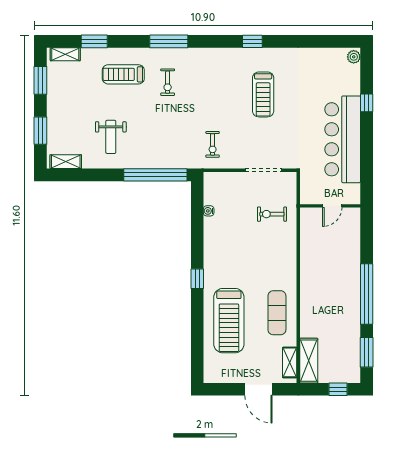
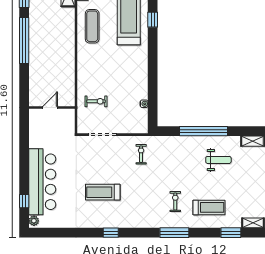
treadmill: (263, 94) -> (103, 192), turned -90
window: (367, 103) -> (24, 201), moved
weight bench: (111, 137) -> (218, 160), turned 90
bar counter: (343, 139) -> (42, 182), moved
window: (155, 175) -> (204, 131), moved
window: (197, 279) -> (153, 20), moved

